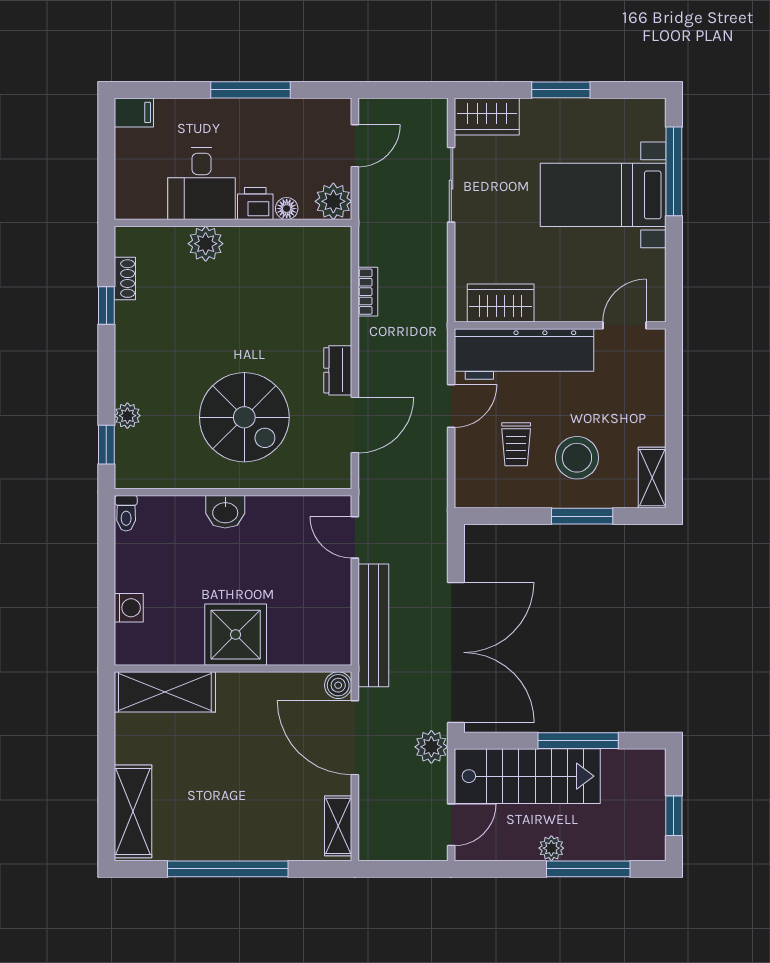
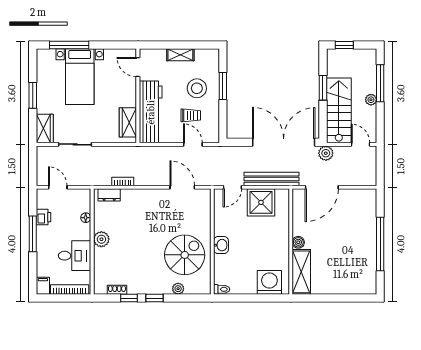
bookcase: (125, 172) -> (70, 290), added
plant: (333, 201) -> (83, 197), removed
printer: (255, 204) -> (44, 217), moved, turned 180
plant: (206, 244) -> (101, 239), moved
dresser: (338, 370) -> (109, 195), moved
door: (451, 406) -> (193, 144), moved
spiral stairs: (244, 417) -> (185, 255), moved
window: (106, 445) -> (155, 298), moved
shelving: (652, 478) -> (180, 55), moved
washing machine: (129, 608) -> (269, 282), width x1.89, depth x1.89
shower: (236, 635) -> (261, 202), moved
boiler: (338, 685) -> (298, 242), moved
window: (578, 741) -> (323, 88), width x0.69
shelving: (133, 811) -> (355, 286), removed
window: (674, 816) -> (344, 45), moved
shelving: (338, 826) -> (361, 195), removed

